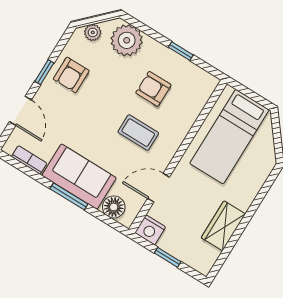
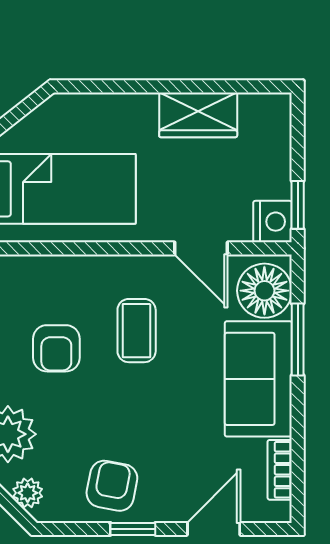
armchair: (71, 75) -> (112, 486), turned -79
window: (69, 196) -> (298, 339), moved
floor lamp: (114, 207) -> (264, 291), width x1.38, depth x1.38
window: (168, 257) -> (298, 205), moved

